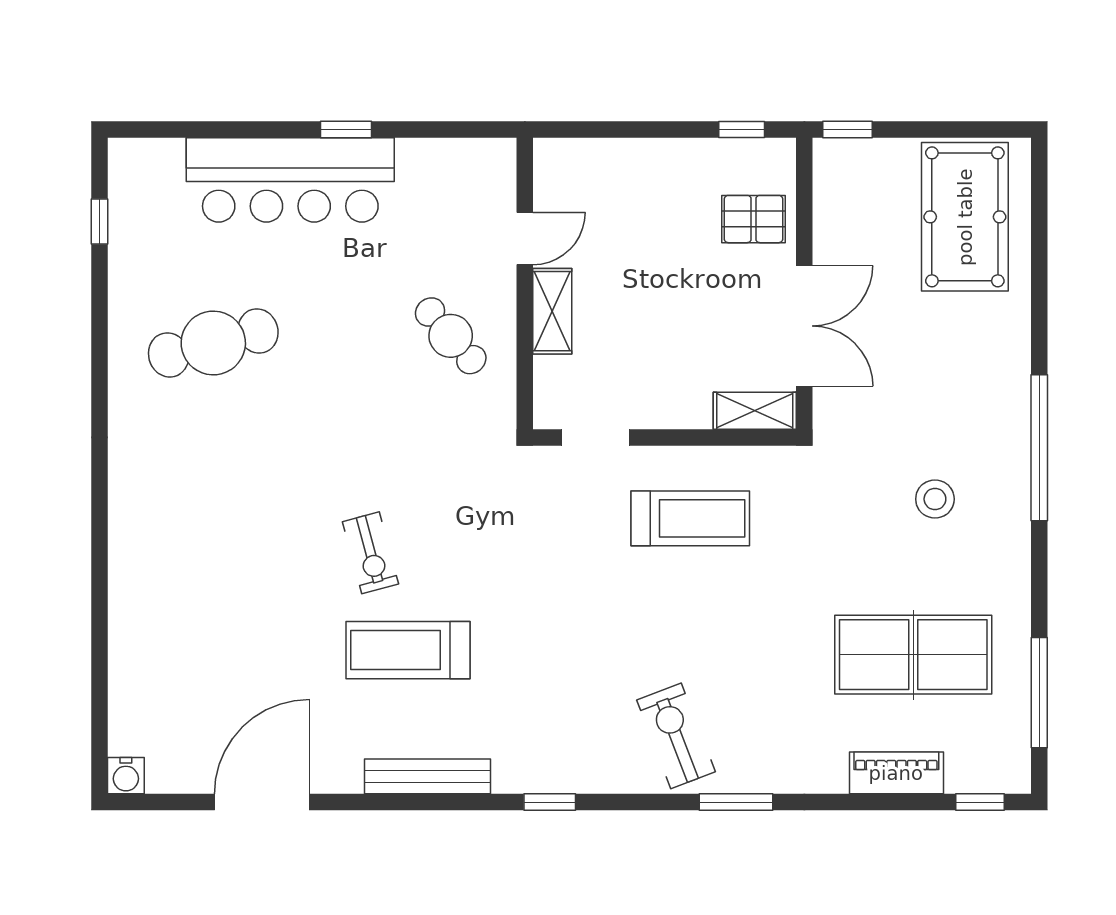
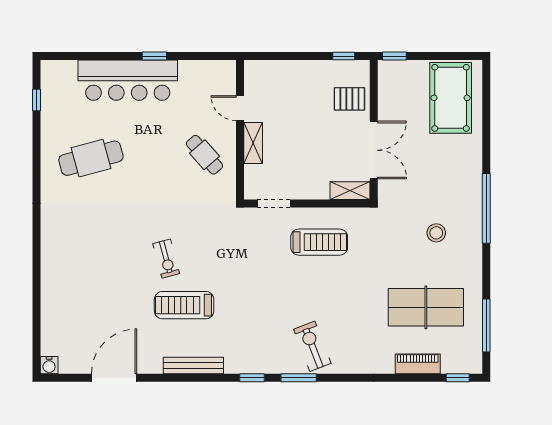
door: (525, 238) -> (240, 108), swing flipped
window: (736, 802) -> (299, 378), moved

